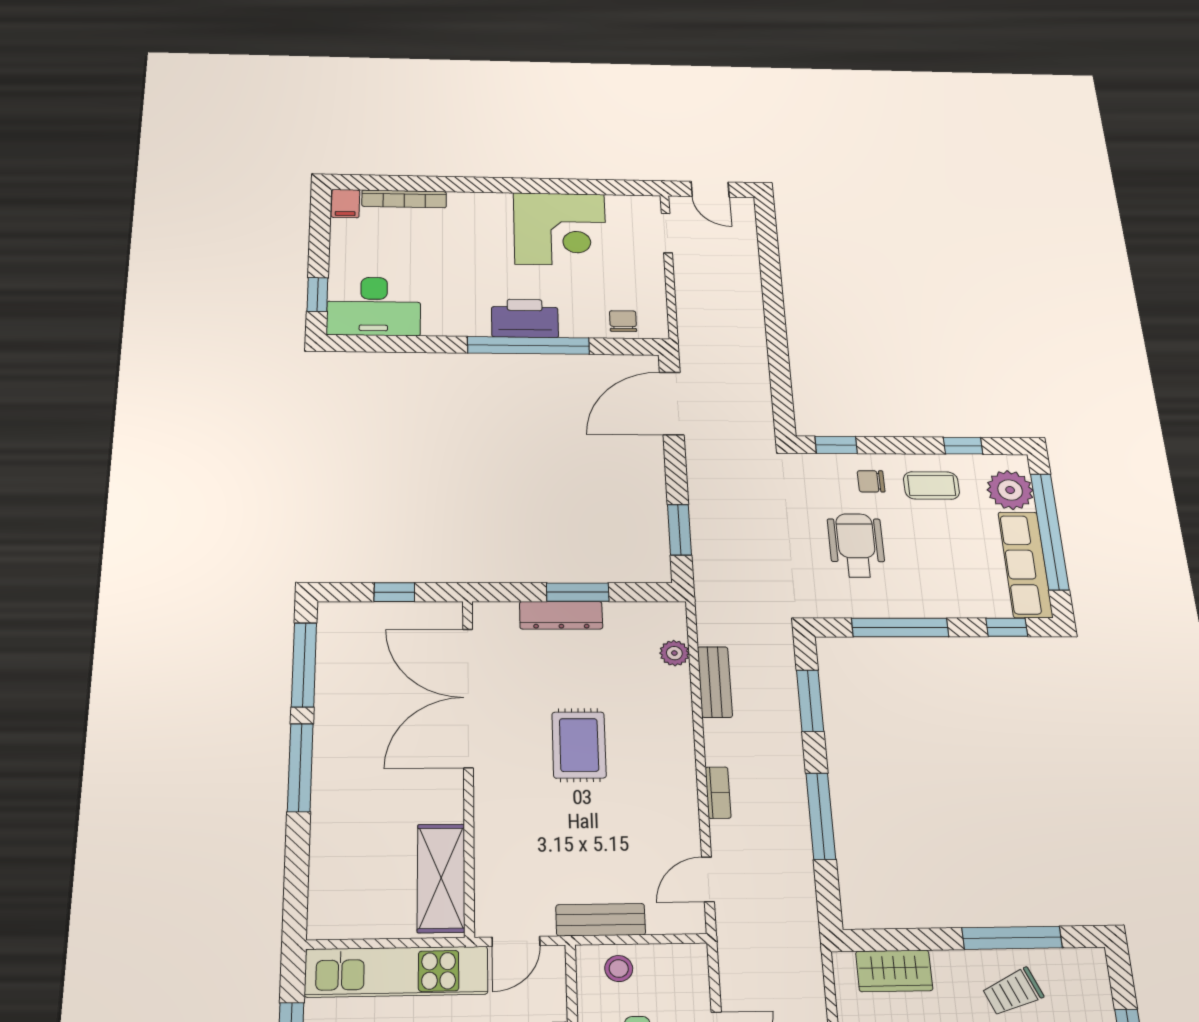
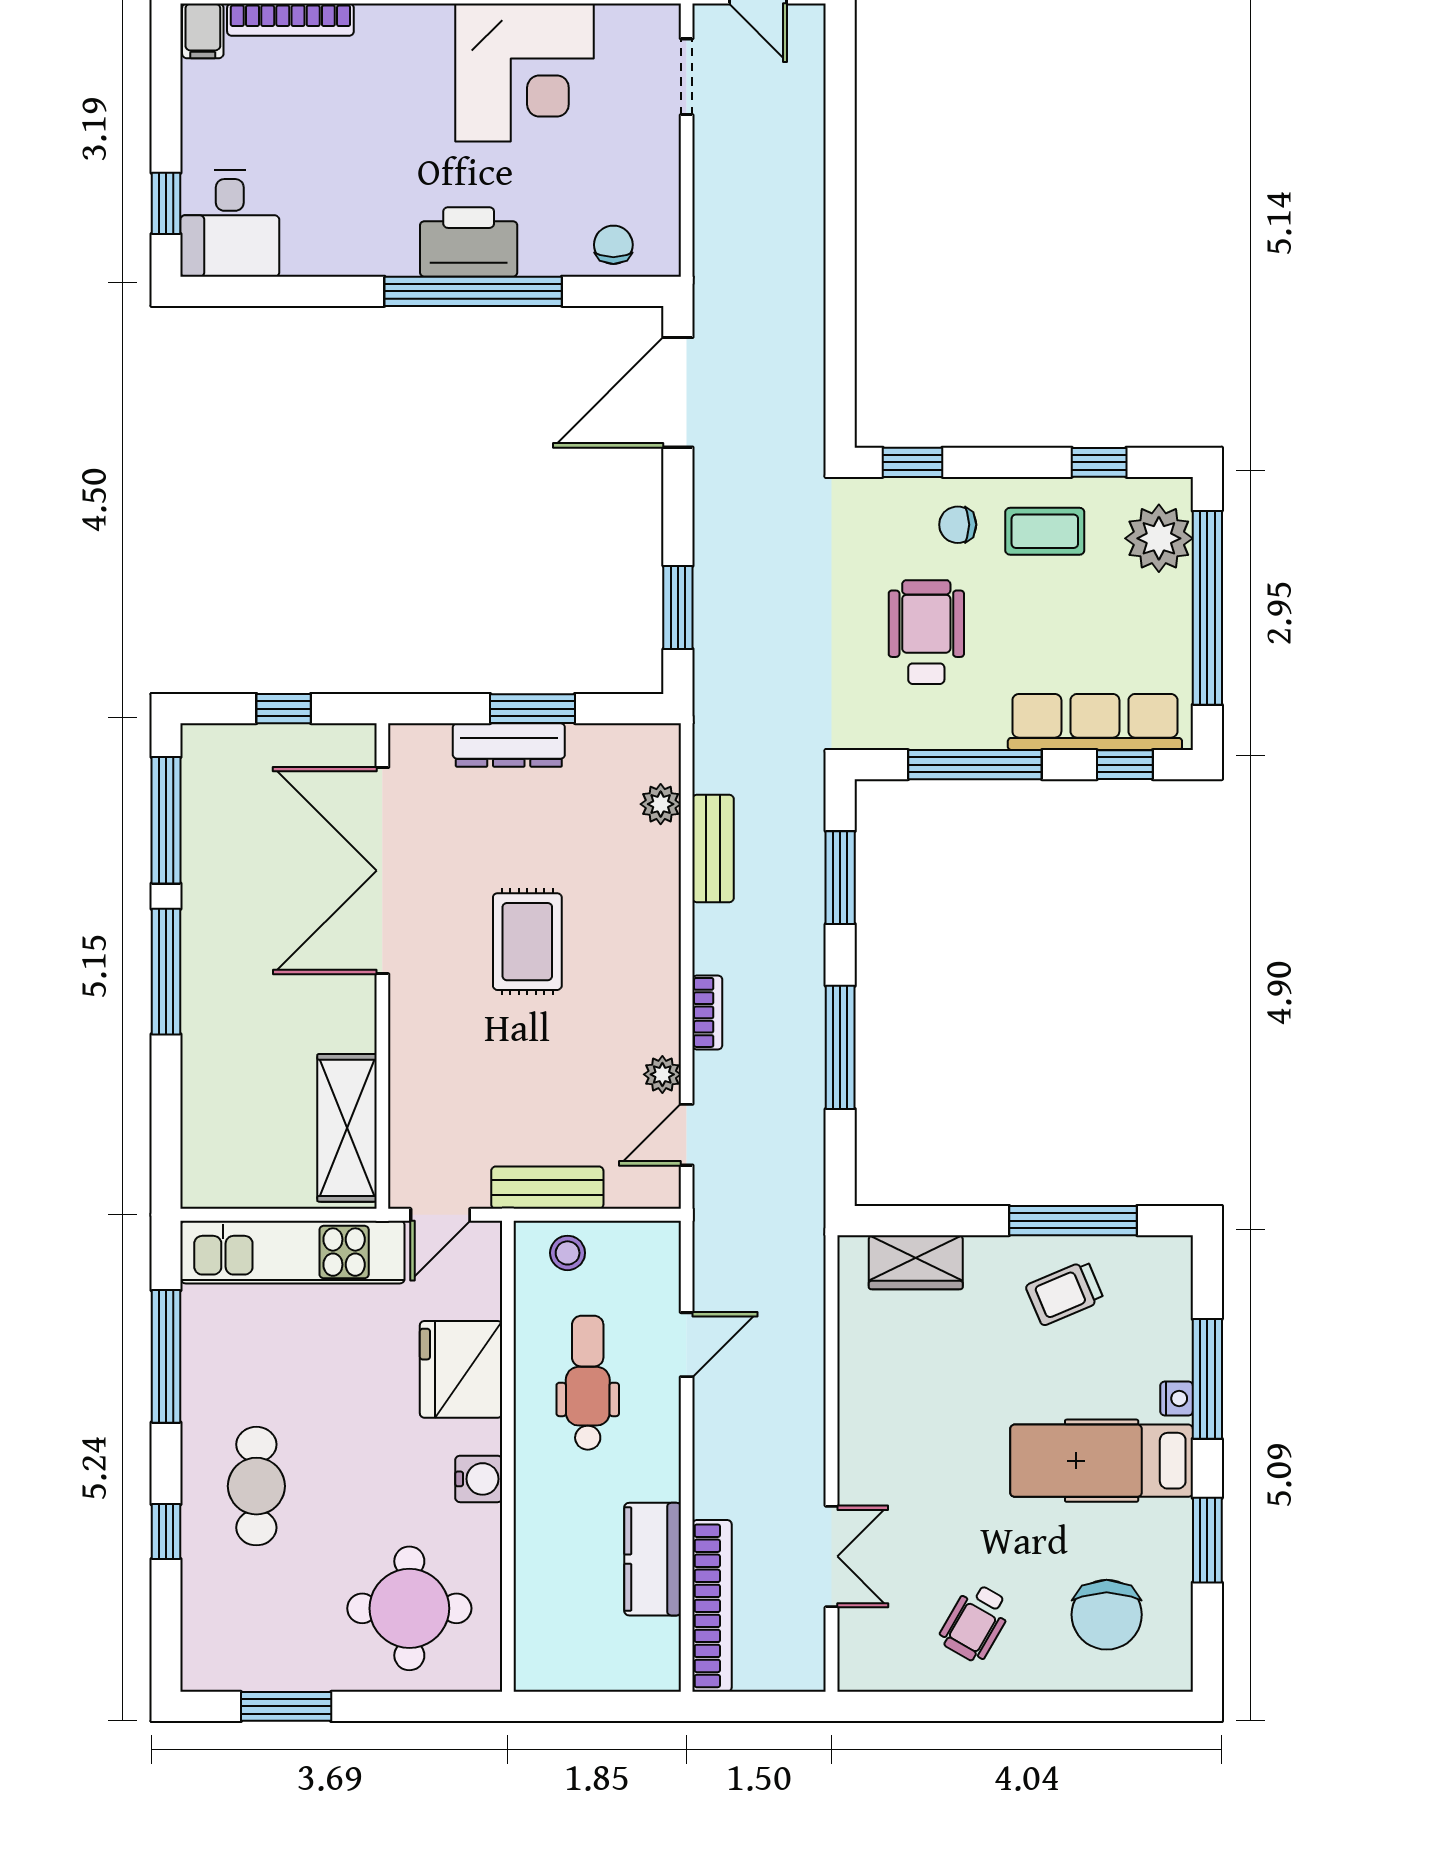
desk: (374, 306) -> (230, 224), width x0.73
row of seats: (1025, 564) -> (1095, 722), moved, turned 90
plant: (686, 836) -> (662, 1074), added

